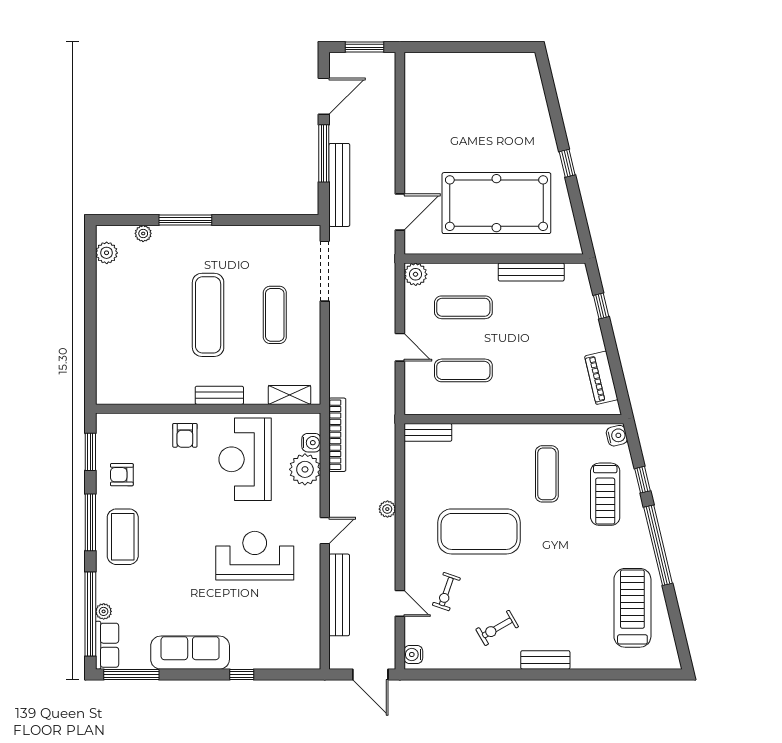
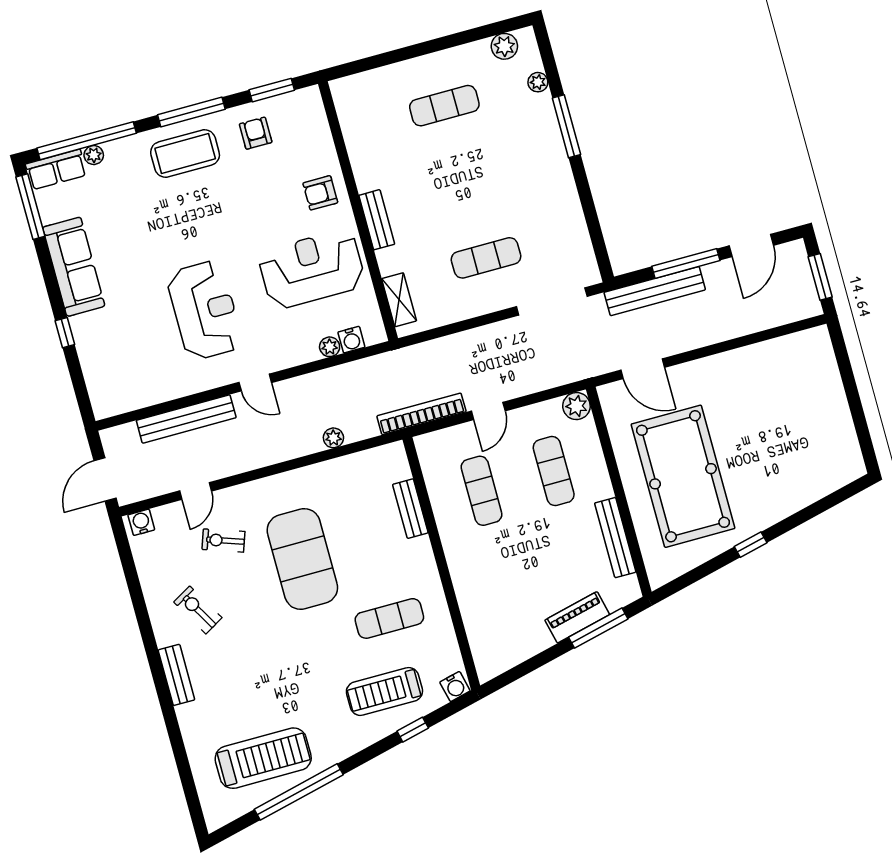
door: (324, 96) -> (751, 246), hinge flipped
window: (601, 306) -> (598, 628), width x2.17
exercise mat: (208, 315) -> (444, 106), moved, width x0.73, depth x0.69
piano: (601, 378) -> (577, 617), moved
bench: (428, 432) -> (410, 509), moved
bookcase: (337, 435) -> (421, 414), moved, turned 180
plant: (305, 469) -> (330, 347), width x0.53, depth x0.53
plant: (387, 509) -> (333, 438), moved
window: (658, 545) -> (299, 792), moved

